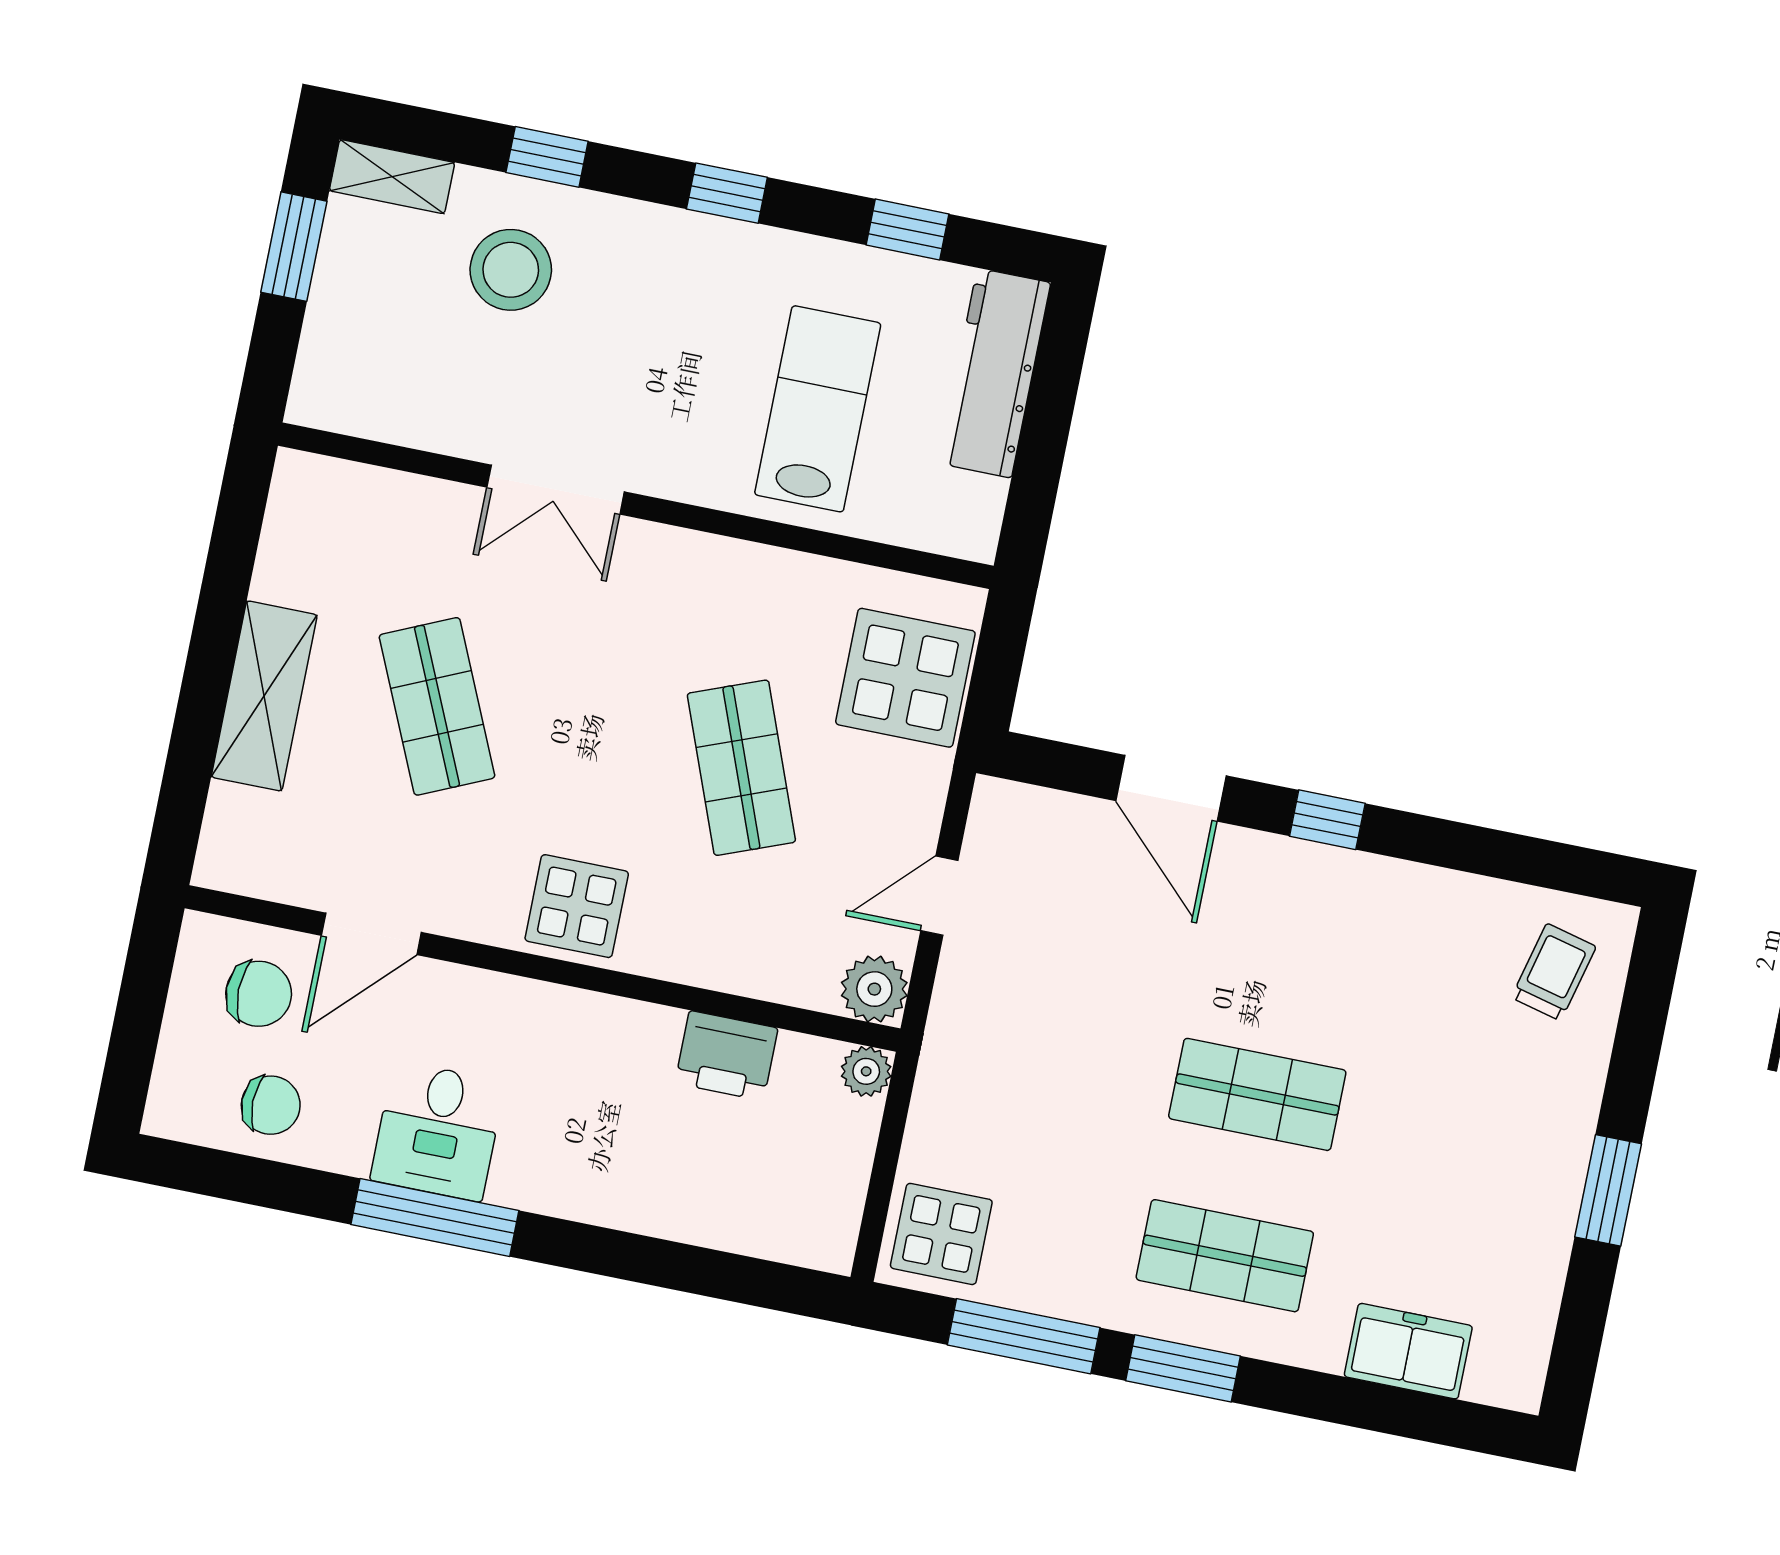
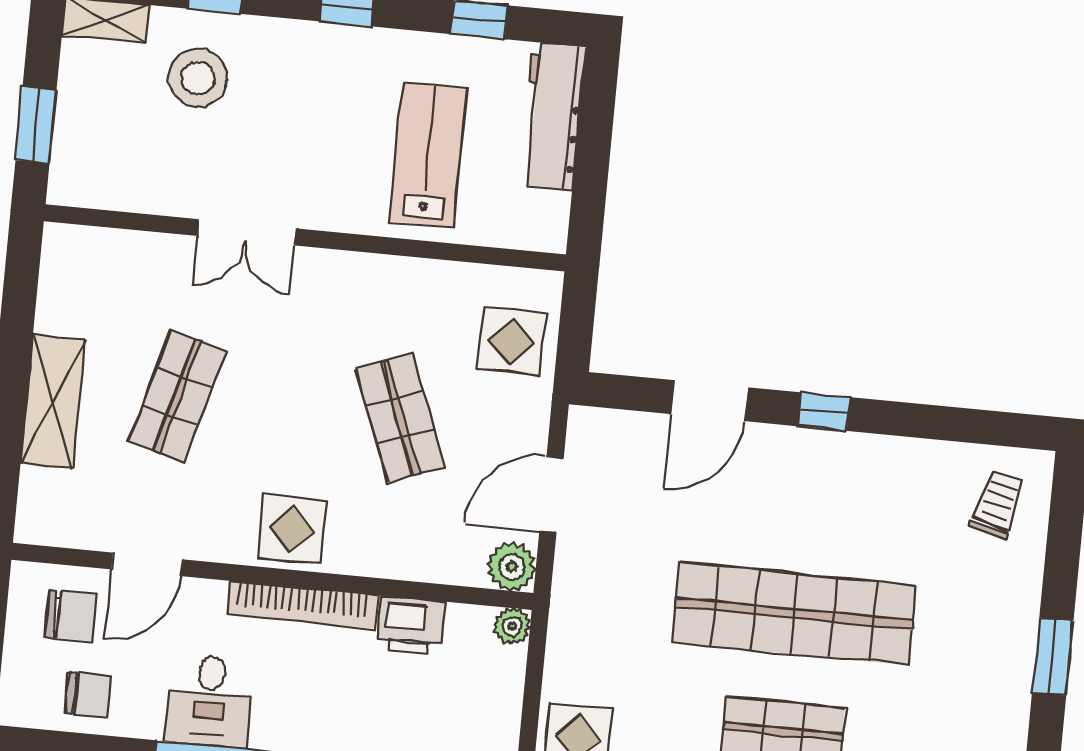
window: (294, 247) -> (36, 125), moved
display table: (905, 678) -> (511, 341), width x0.73, depth x0.73
shop shelf: (437, 706) -> (177, 396), turned 39
door: (1171, 788) -> (710, 401), hinge flipped
door: (939, 896) -> (551, 495), width x1.38
bookcase: (579, 1012) -> (302, 605), added
shop shelf: (1257, 1094) -> (794, 614), width x2.00, depth x1.36

